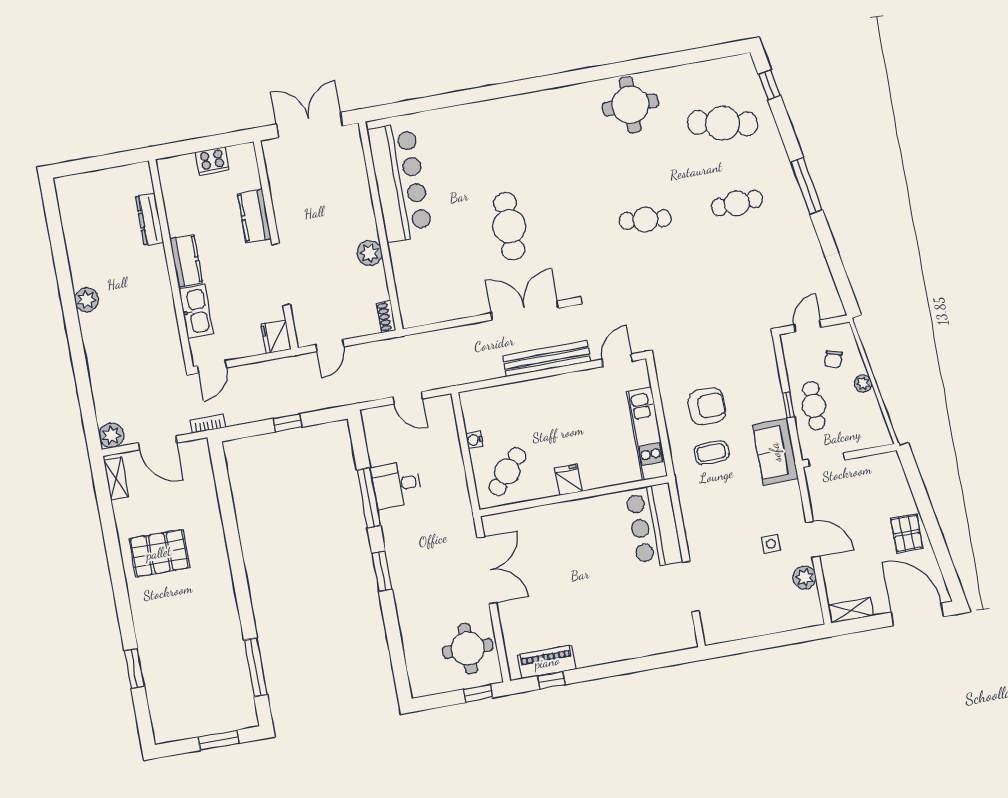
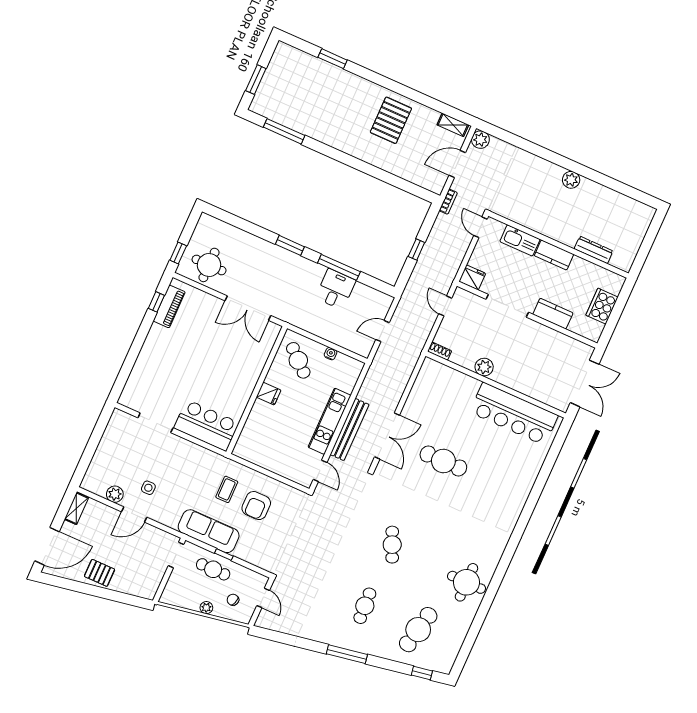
cooker: (212, 161) -> (602, 306), width x1.37, depth x1.31
cafe table: (645, 220) -> (392, 545), turned -30
kitchen unit: (647, 434) -> (330, 421), moved, turned -90
sofa: (775, 452) -> (209, 531), width x1.36

